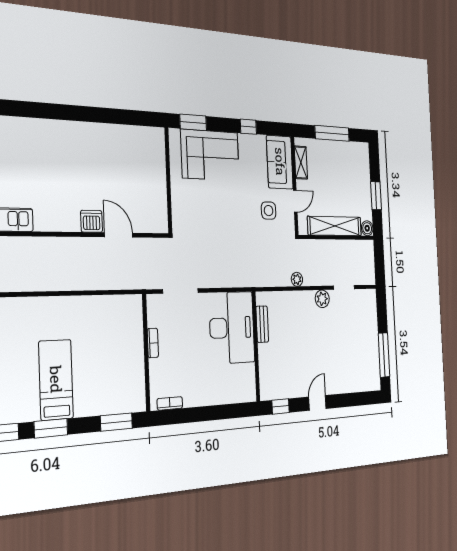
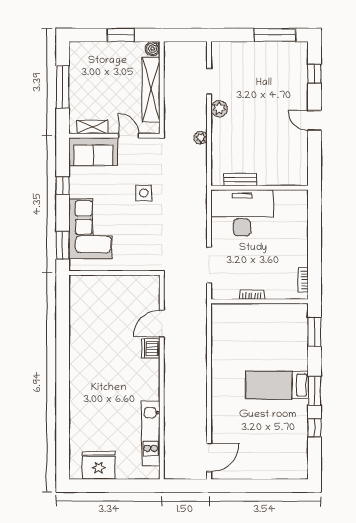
side table: (269, 211) -> (144, 193), moved
window: (281, 406) -> (314, 74), moved

